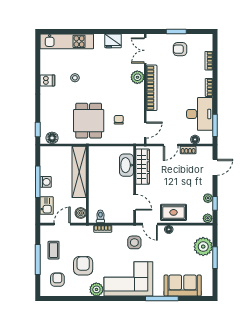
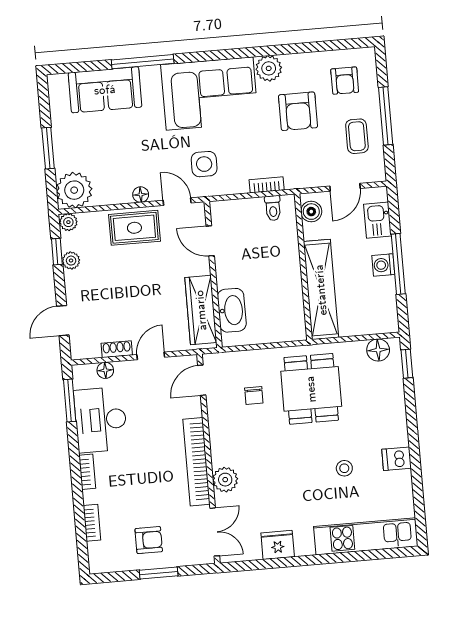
plant: (203, 247) -> (74, 190), moved

